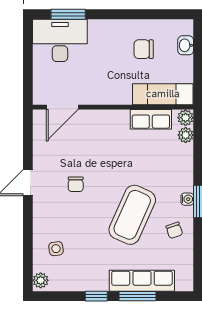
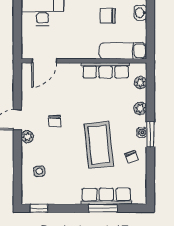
plant: (185, 118) -> (140, 108), moved
row of seats: (151, 119) -> (106, 70), width x1.48
coffee table: (132, 215) -> (99, 145), turned -30
plant: (41, 280) -> (27, 137), moved
window: (96, 296) -> (39, 208), moved

